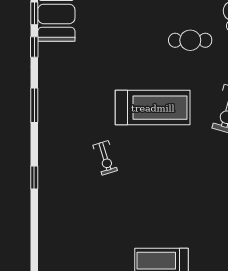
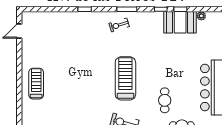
treadmill: (153, 108) -> (125, 78), turned 180
exercise bike: (105, 158) -> (119, 25), moved

